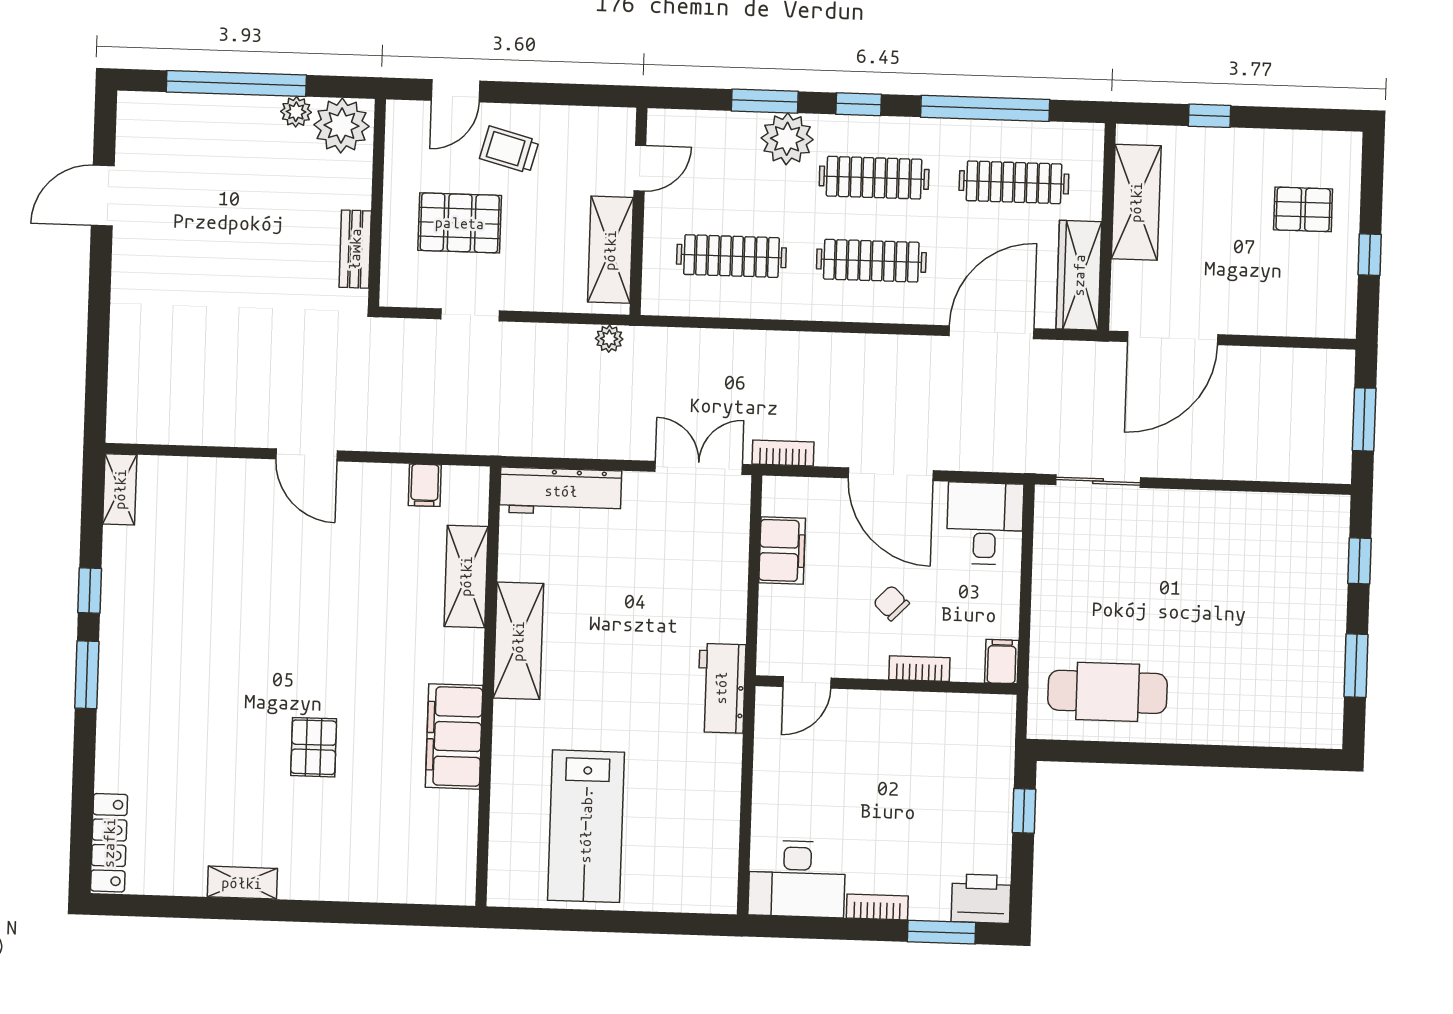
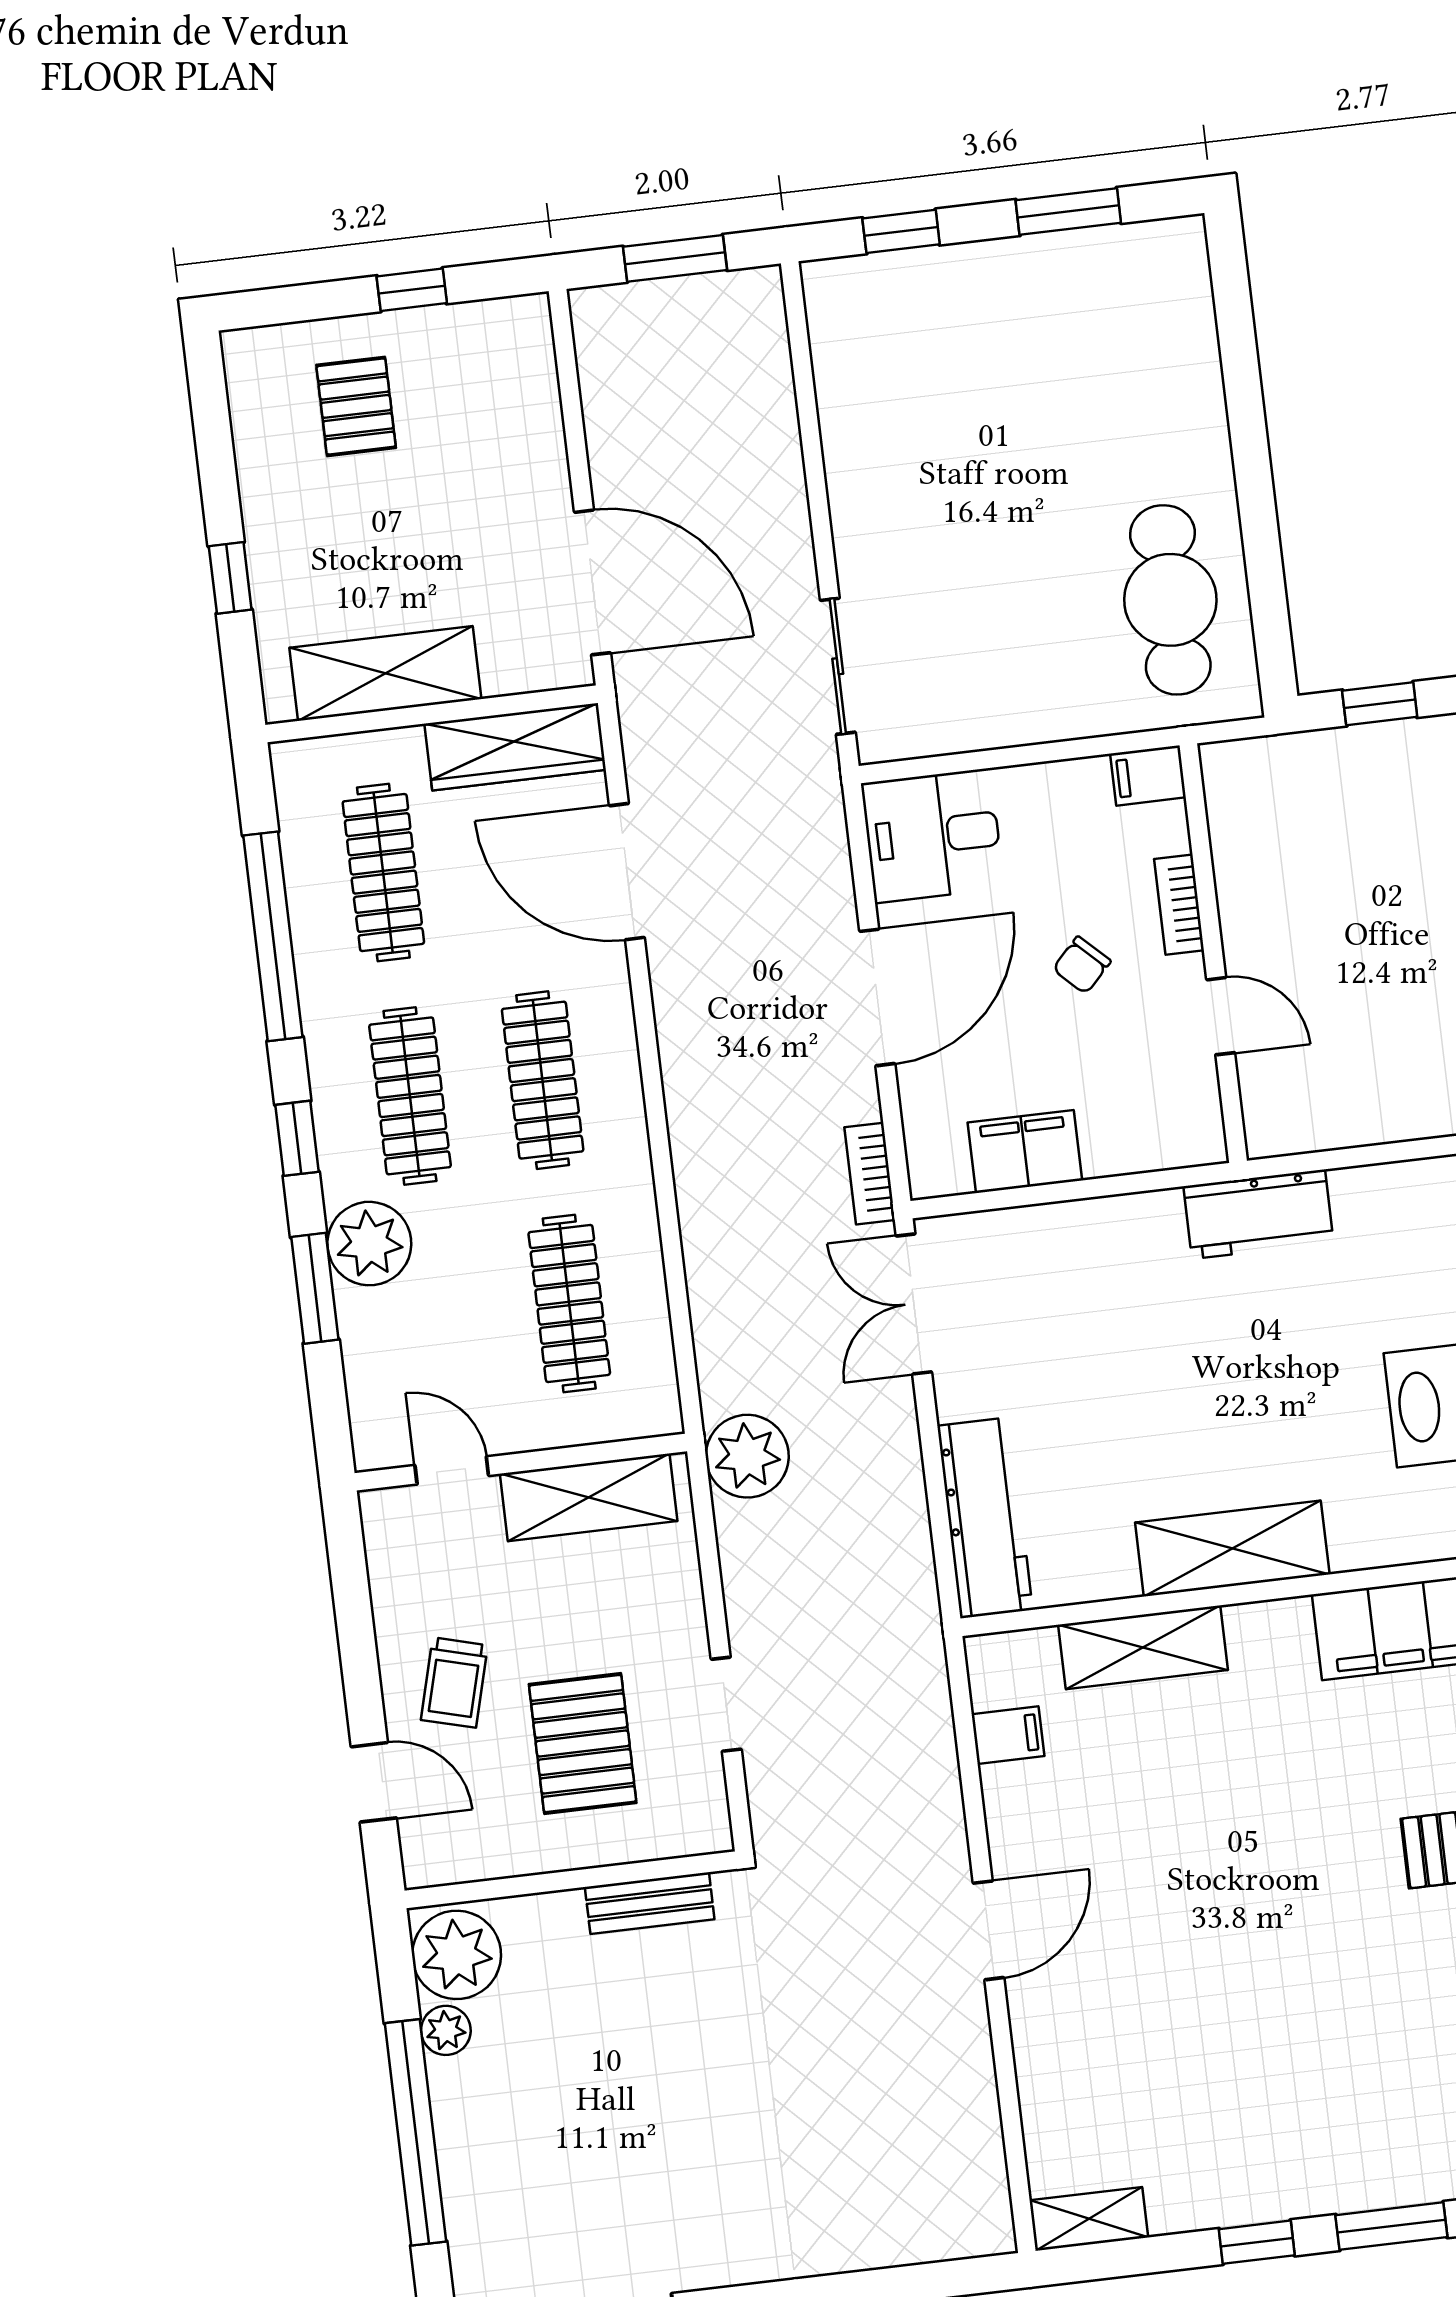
plant: (609, 339) -> (747, 1456), width x1.87, depth x1.87
door: (807, 682) -> (1221, 1016), moved

